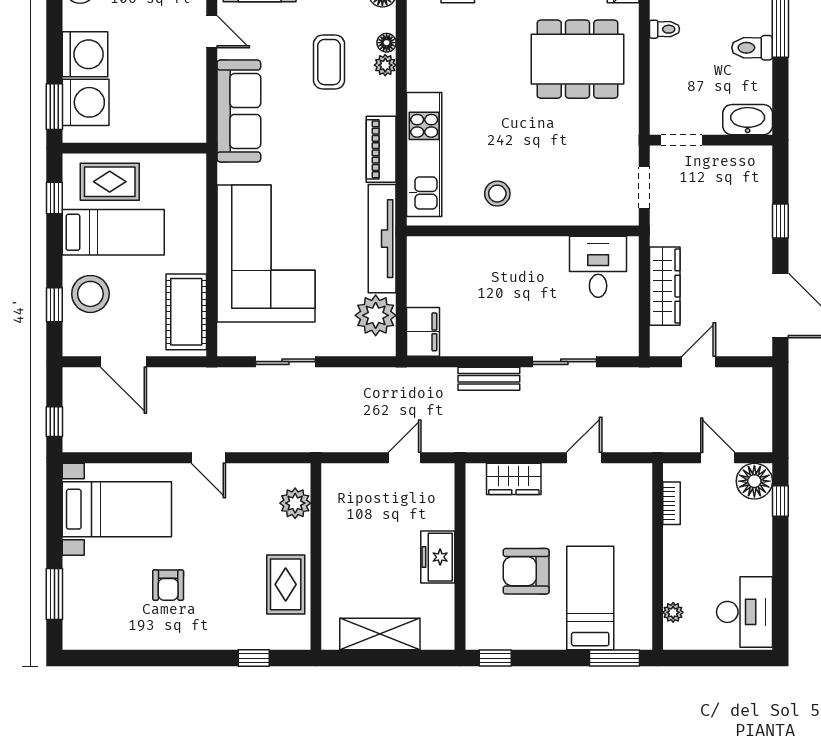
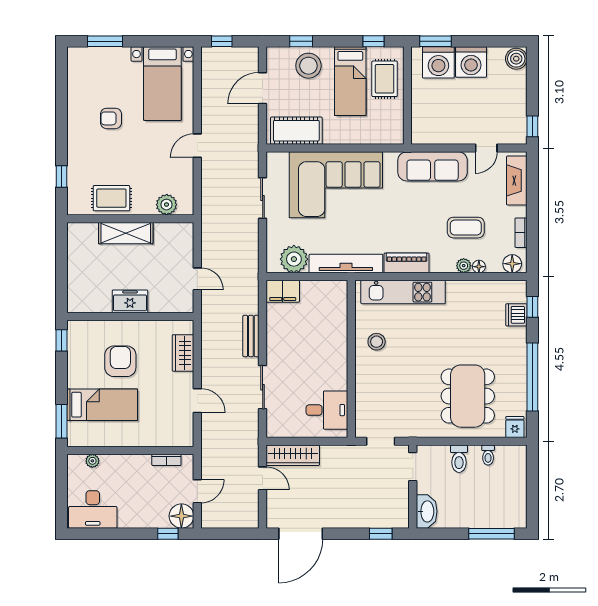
toilet: (752, 48) -> (459, 459), moved, turned 180
window: (780, 221) -> (381, 534), moved
wardrobe: (665, 286) -> (293, 455), moved
shelving: (380, 634) -> (126, 233), moved, turned 90

